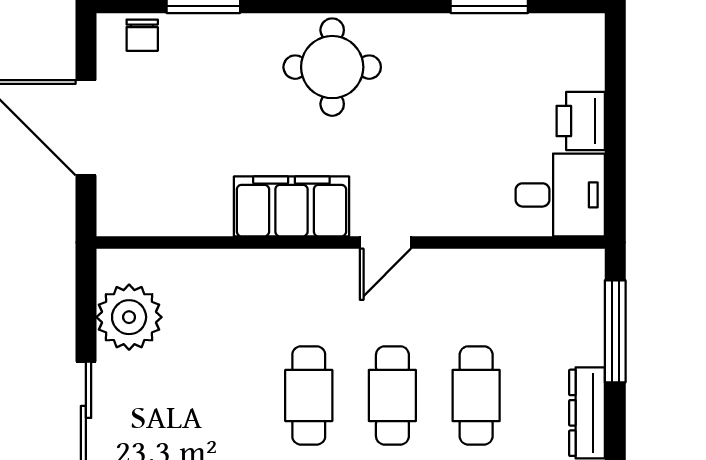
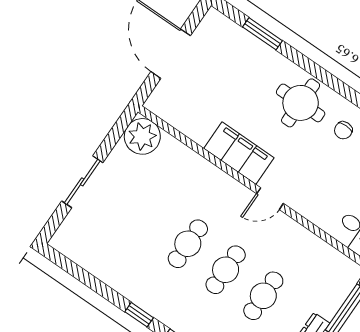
chair: (142, 35) -> (343, 130), moved
plant: (129, 317) -> (142, 136), moved

